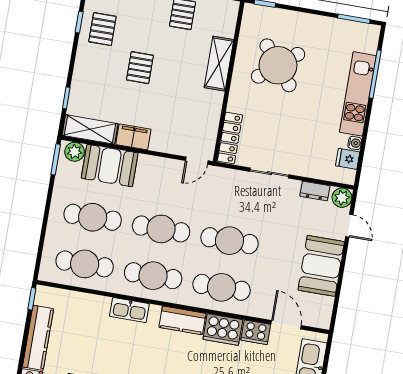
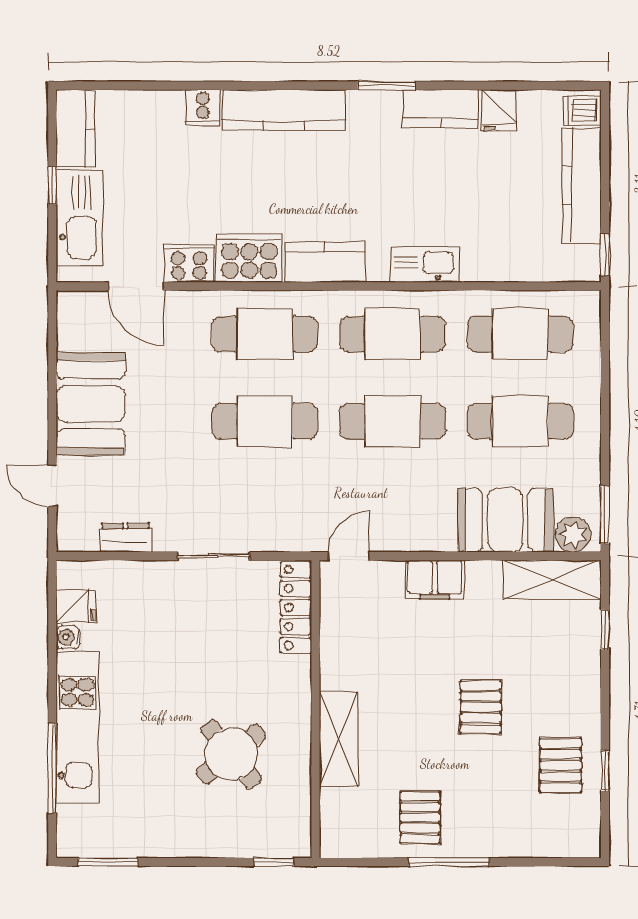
round table: (278, 65) -> (231, 754), width x0.73, depth x0.73
filing cabinet: (133, 137) -> (435, 580), moved
plant: (342, 198) -> (74, 534), removed

